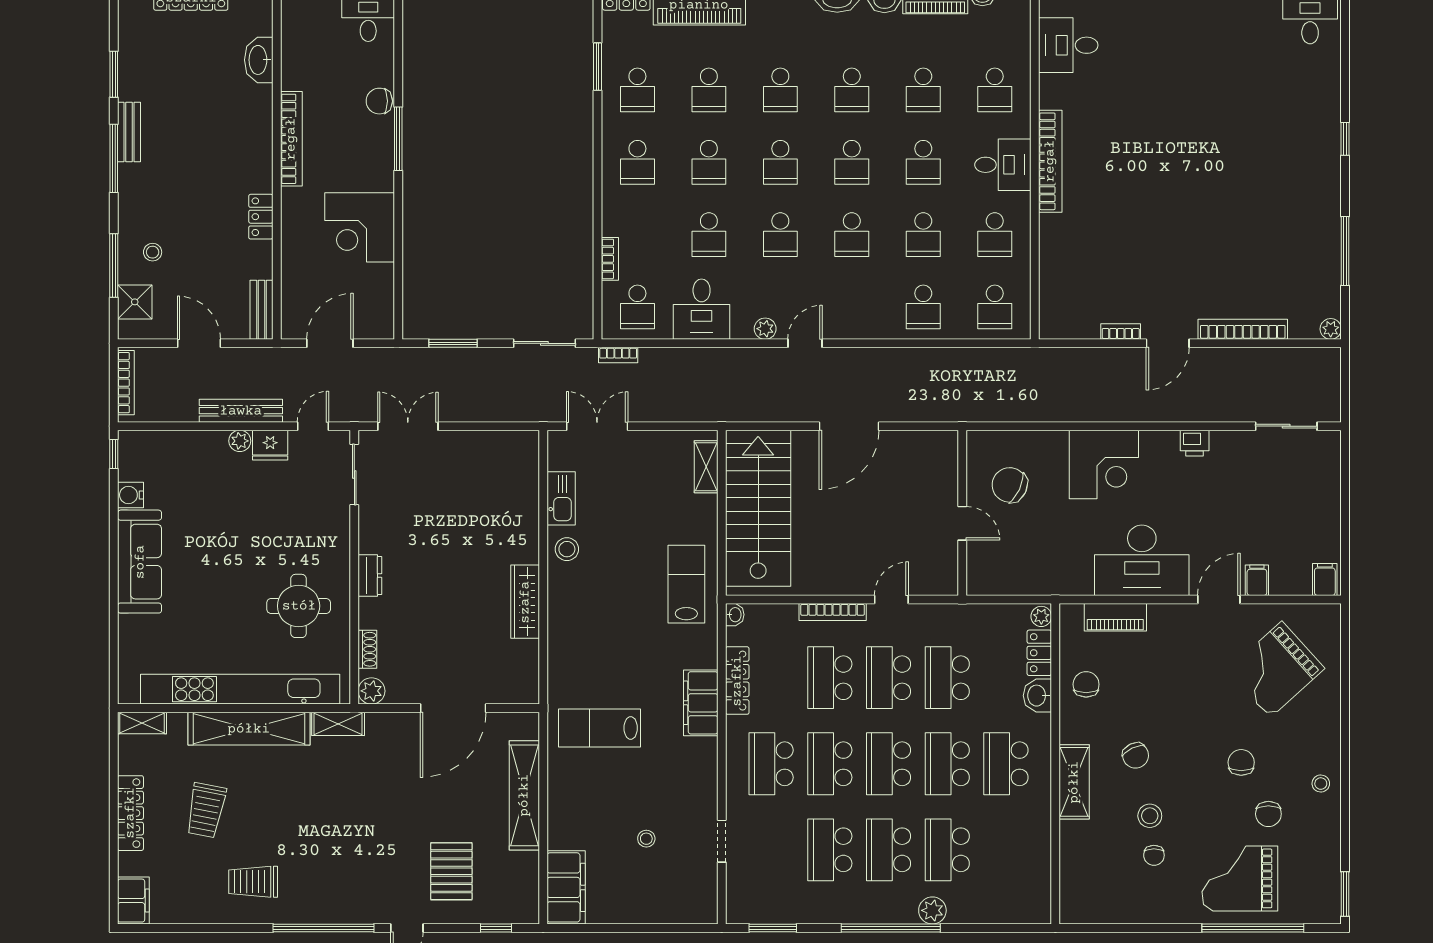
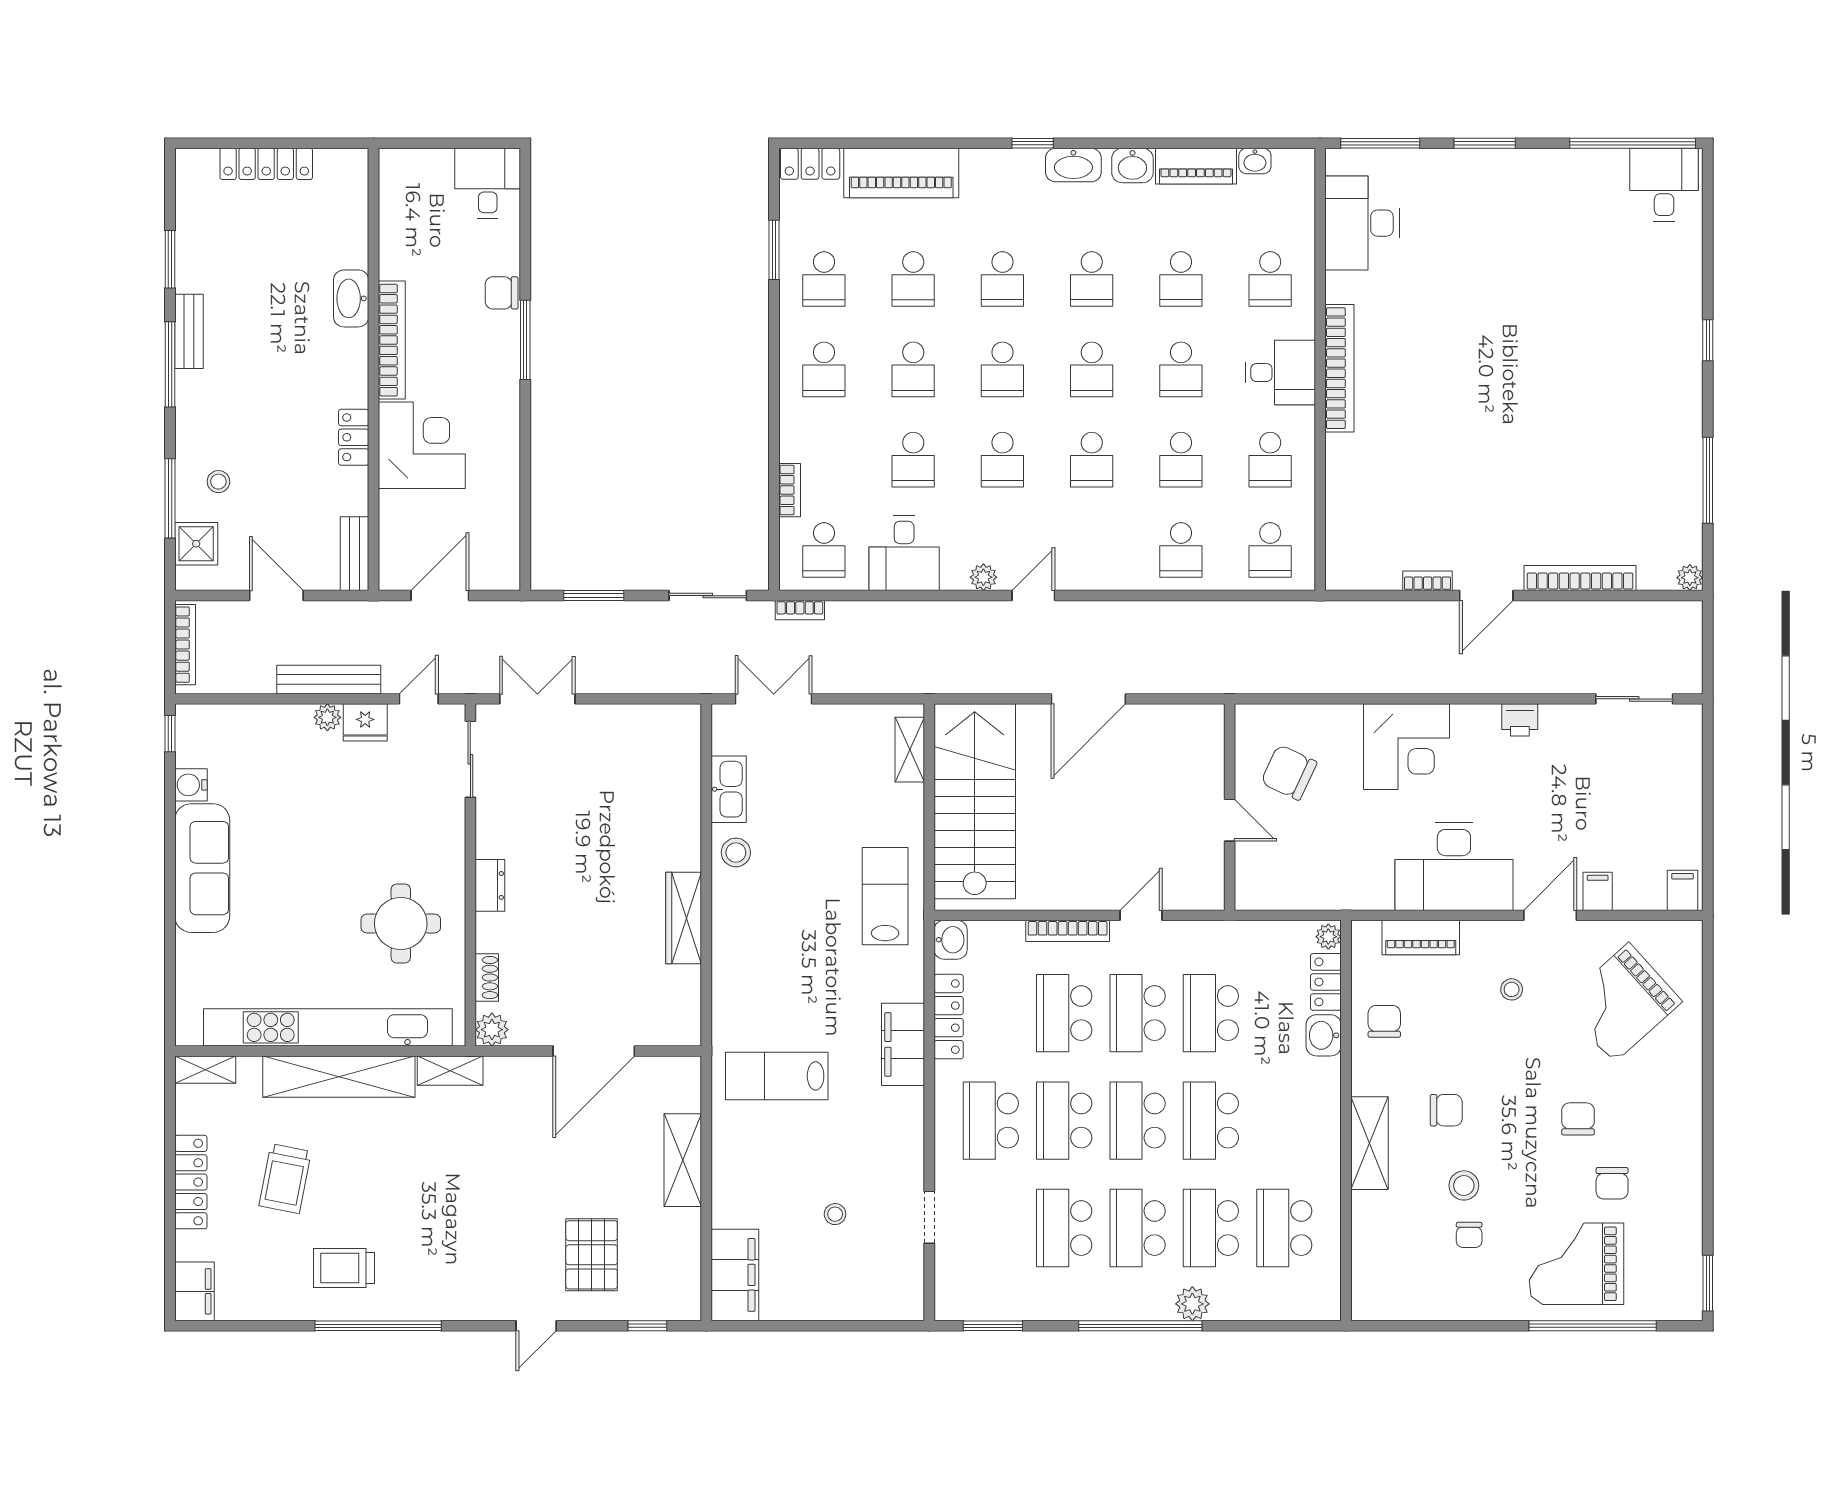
desk: (1068, 45) -> (1362, 223), width x1.37
washbasin: (259, 60) -> (351, 298), moved
corner desk: (360, 227) -> (422, 445), moved, turned 180
washbasin: (735, 615) -> (951, 940), width x1.38, depth x1.45
chair: (1136, 755) -> (1446, 1110), turned -64
school desk: (1006, 764) -> (1284, 1228), moved
stool: (1321, 784) -> (1512, 989), moved
shelving: (524, 795) -> (683, 1160), width x0.68
window: (323, 928) -> (378, 1326), moved

